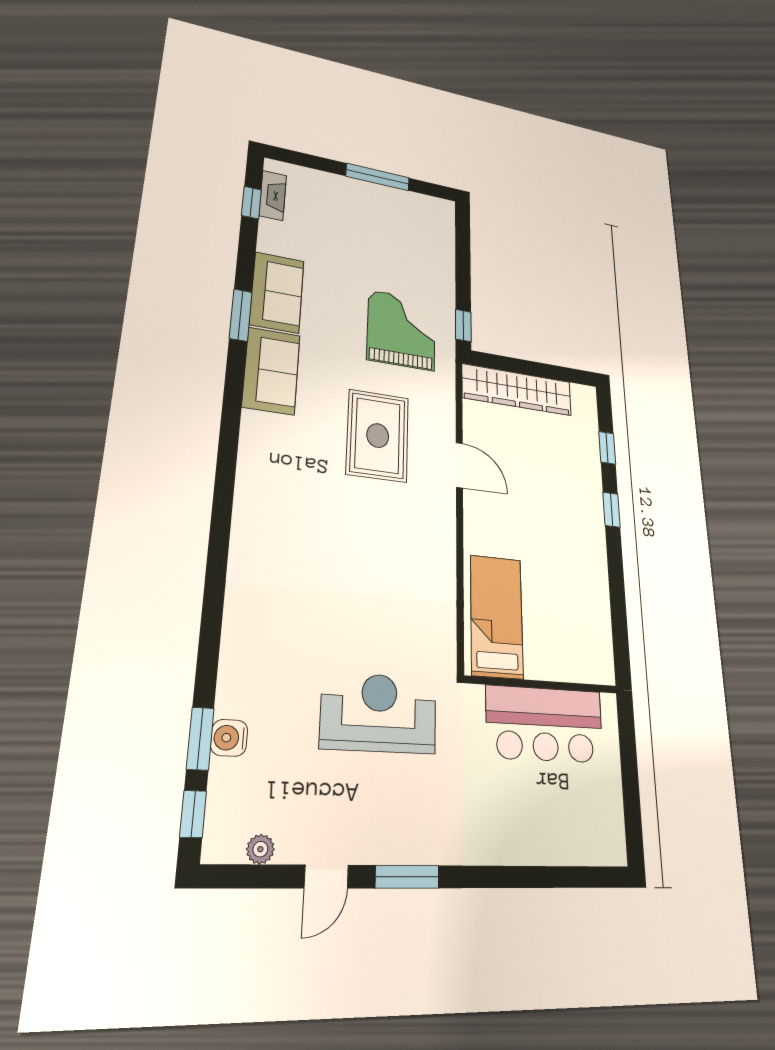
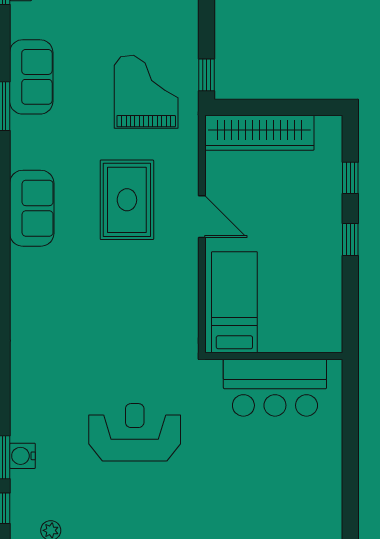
sofa: (271, 371) -> (32, 208), moved
bed: (497, 616) -> (234, 302), moved
wall: (542, 685) -> (274, 356), moved
bar counter: (545, 724) -> (275, 388), moved

